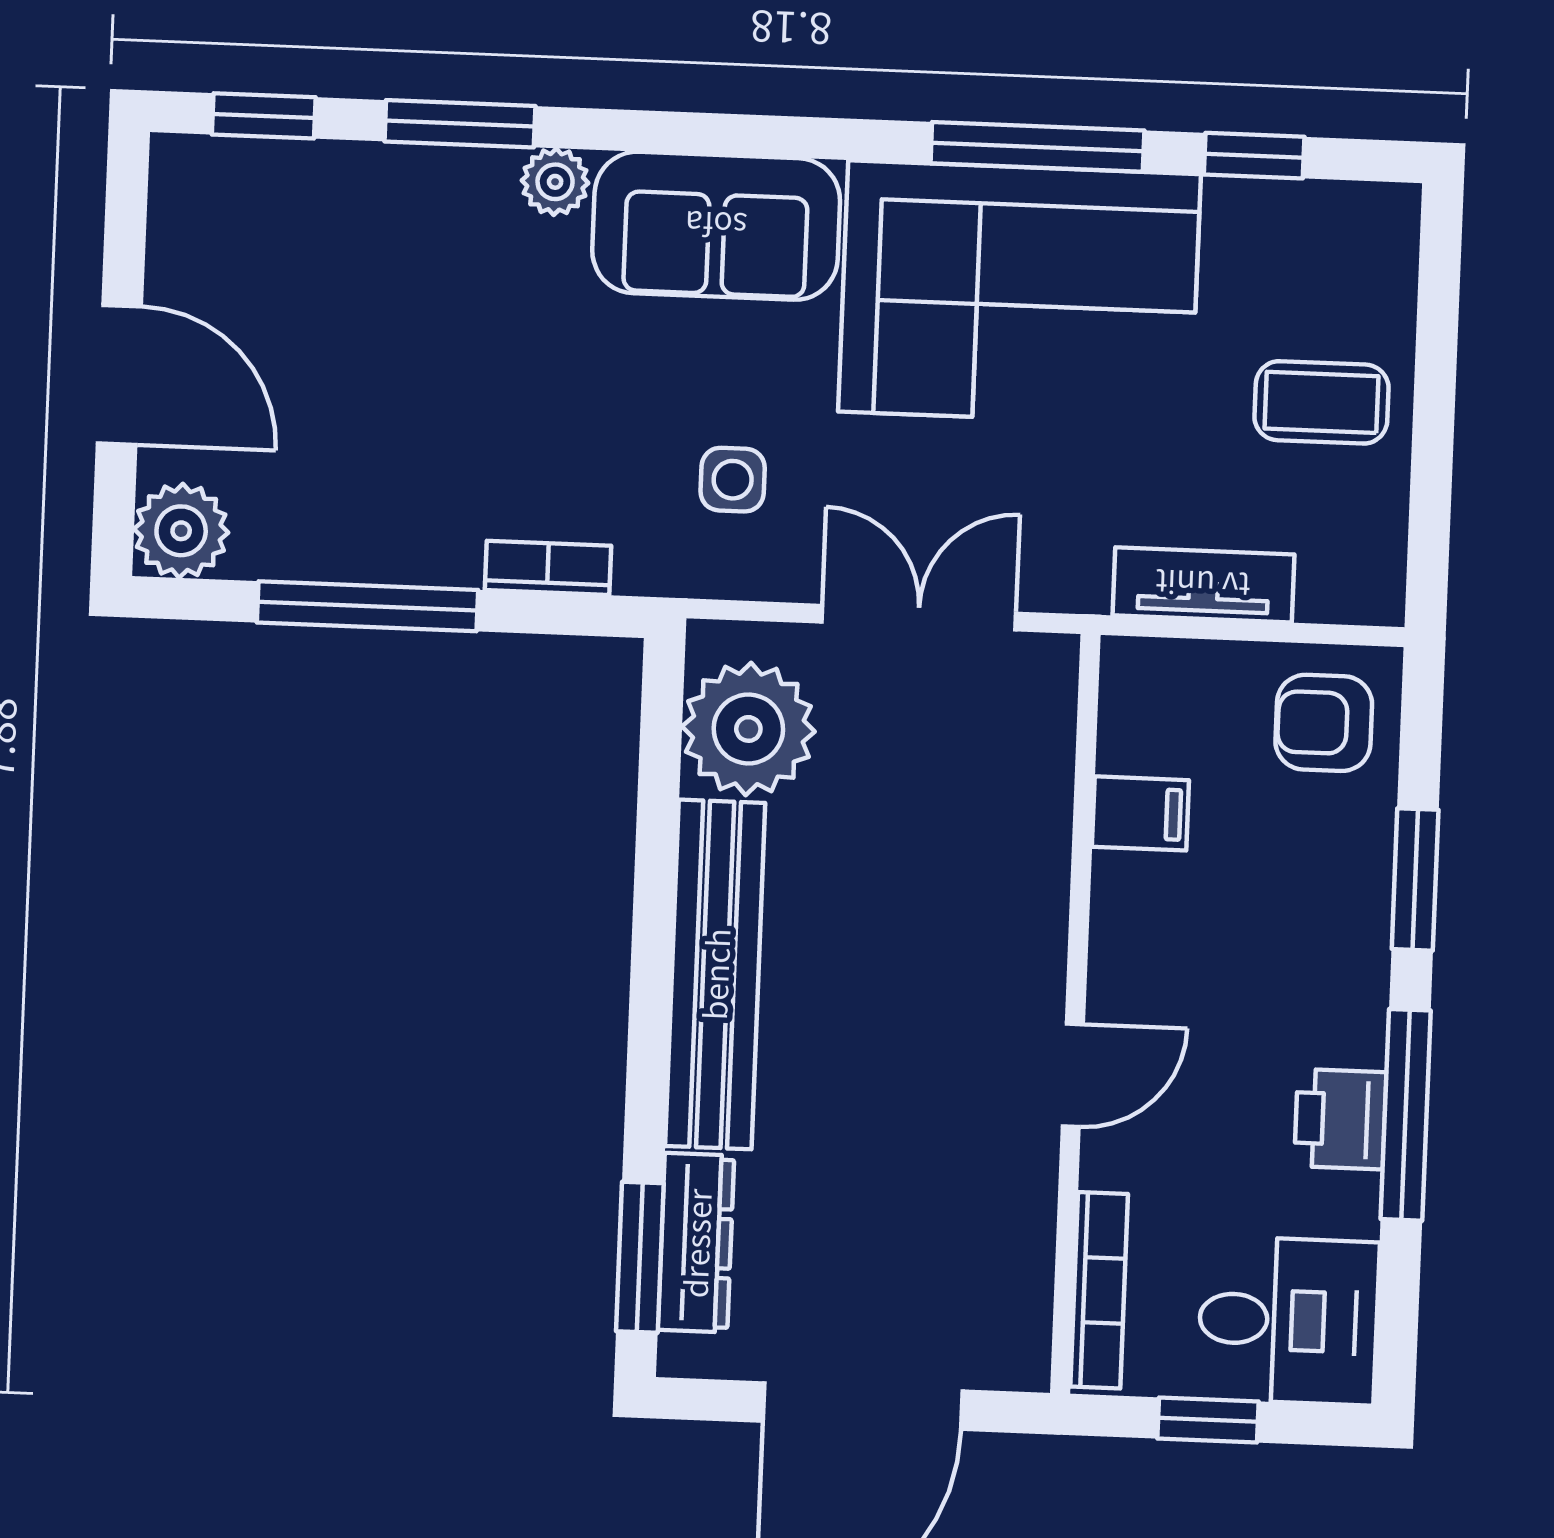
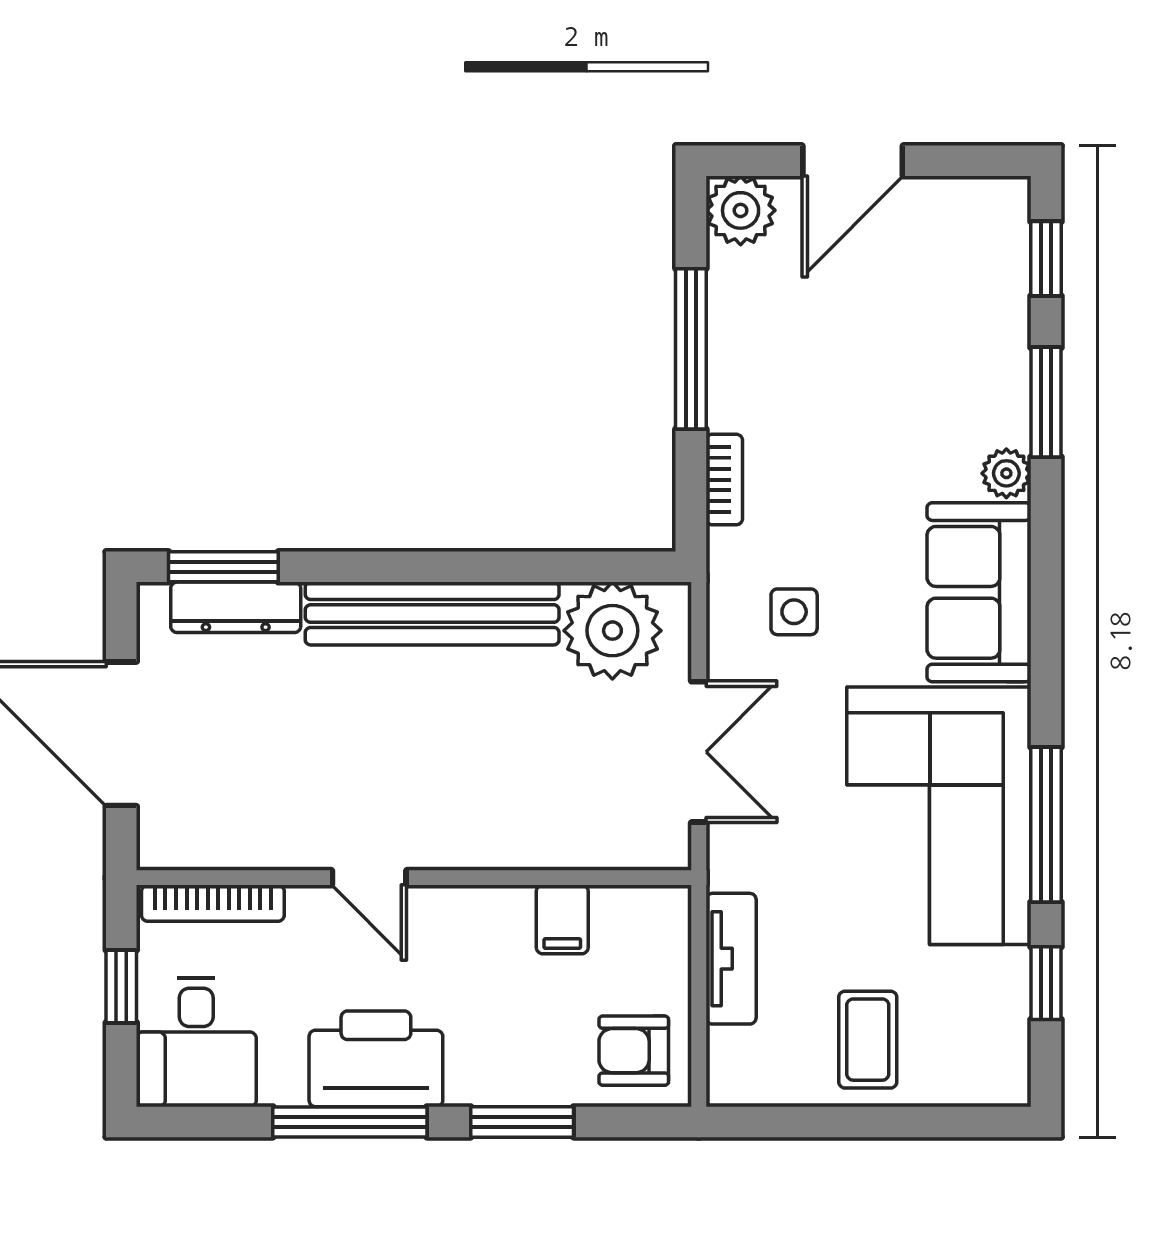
armchair: (1324, 723) -> (634, 1051), turned -90
printer: (1340, 1119) -> (376, 1059), width x1.87, depth x1.48

